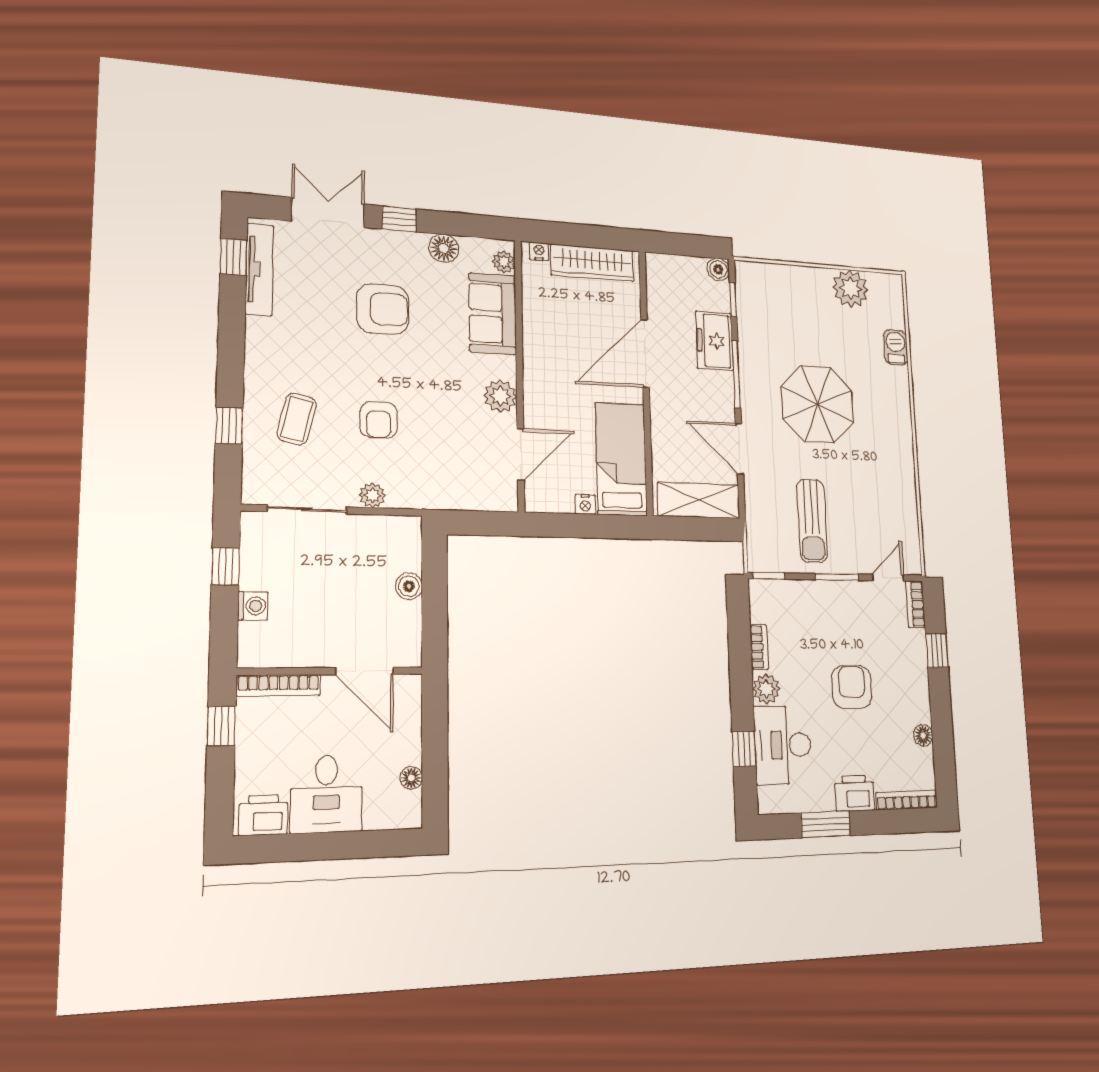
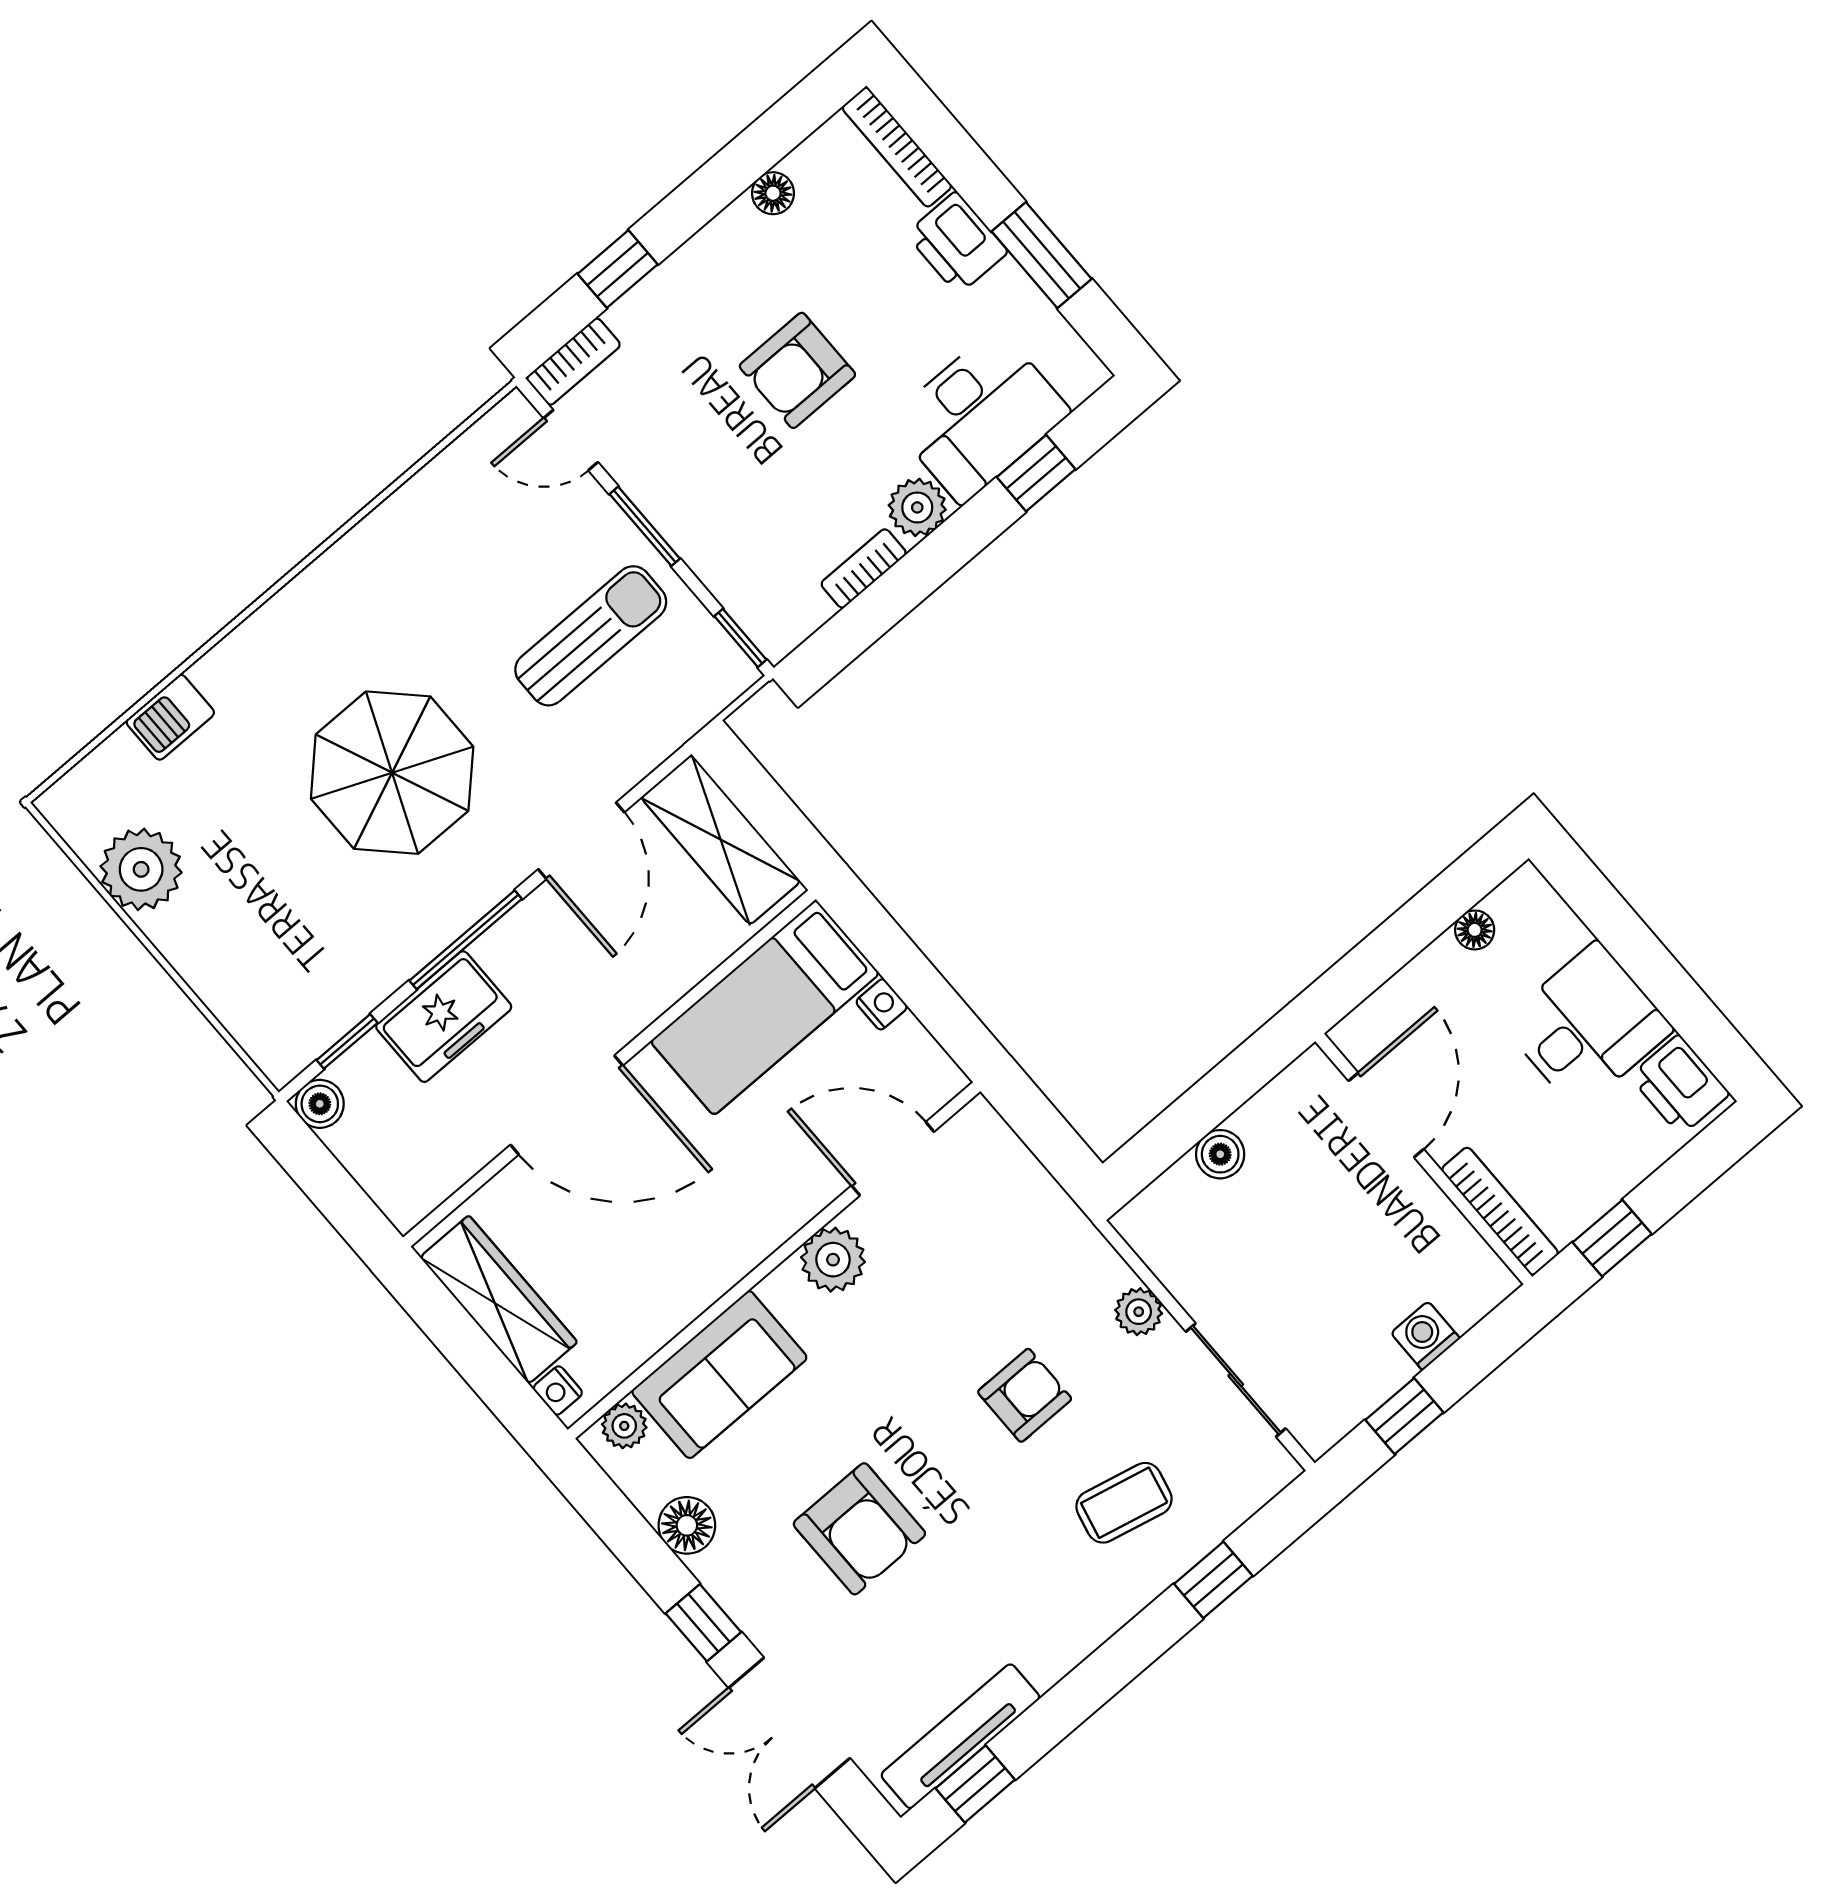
armchair: (383, 309) -> (859, 1529), turned 180

